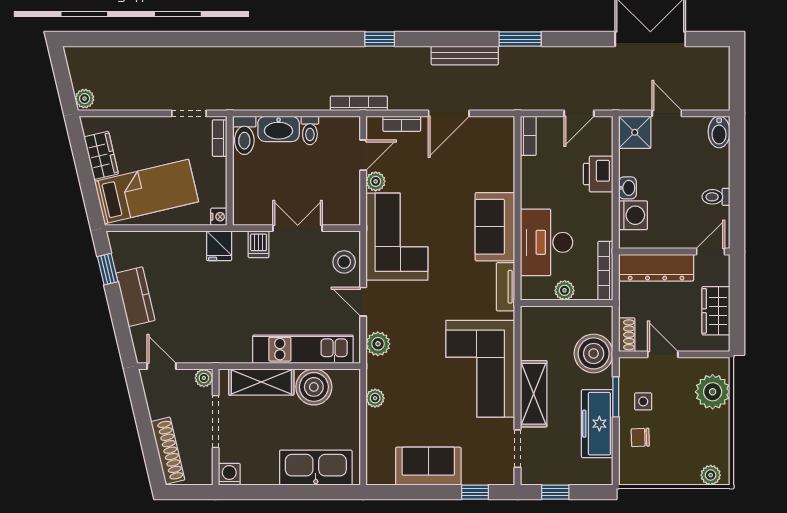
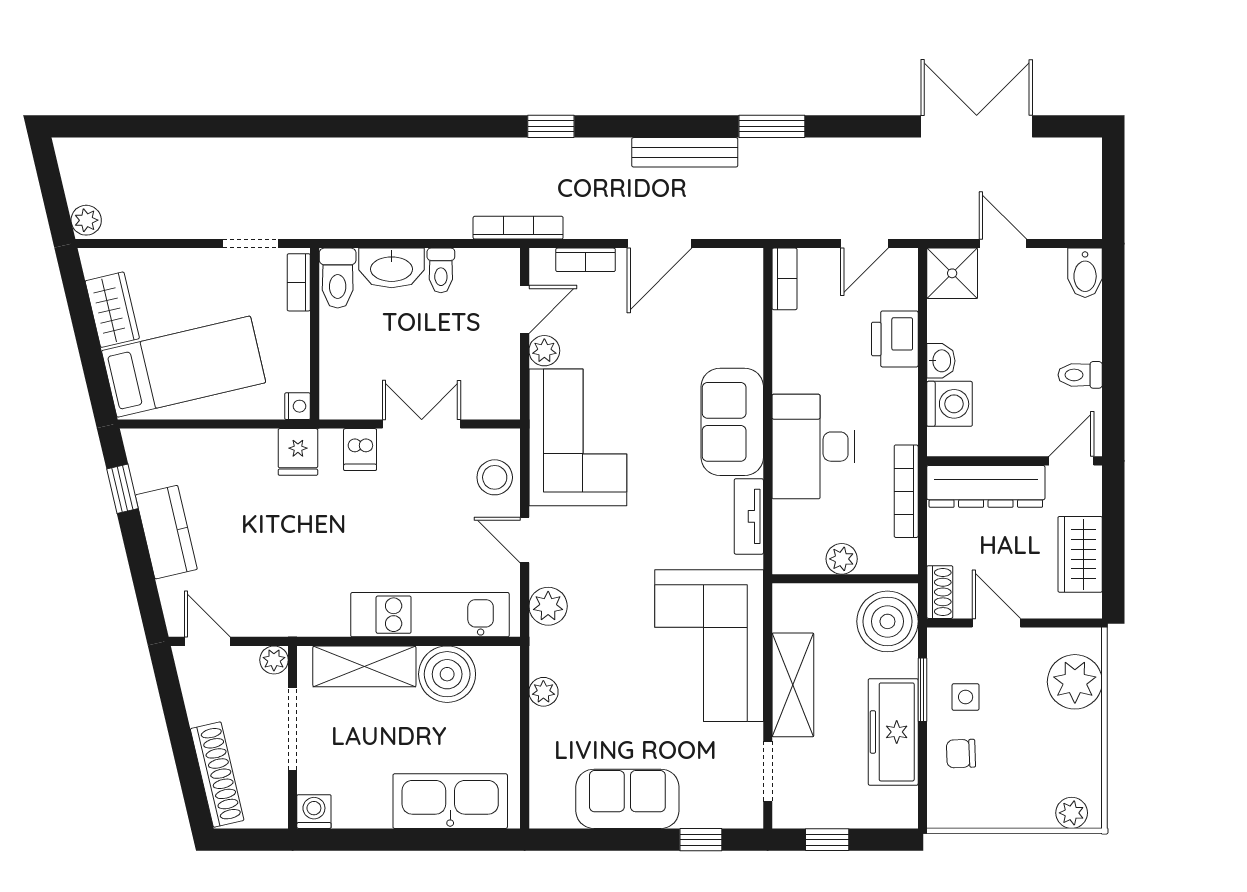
plant: (565, 290) -> (842, 559), moved
wall: (567, 303) -> (845, 579), moved

